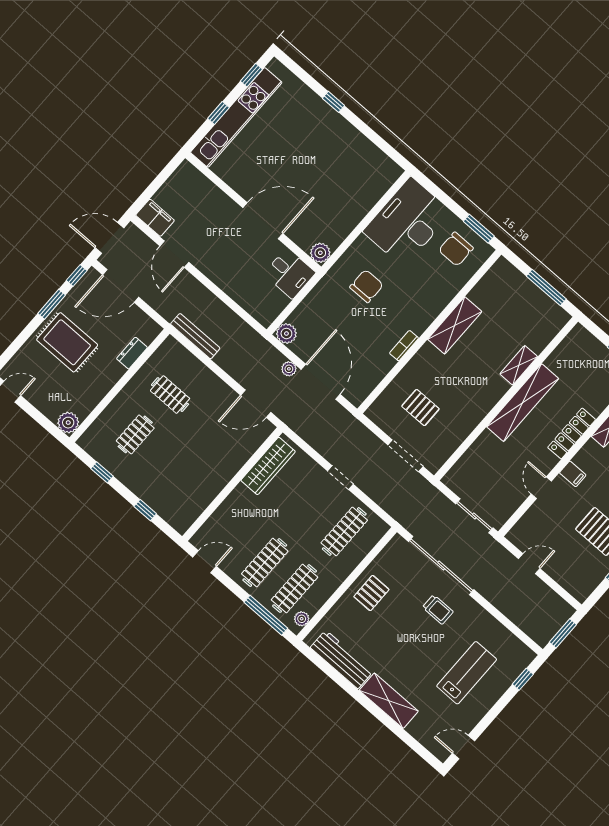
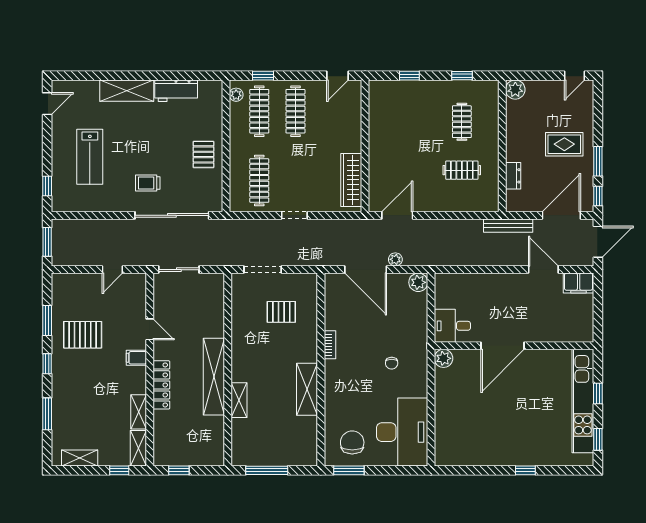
chair: (366, 286) -> (392, 363), width x0.54, depth x0.54
bench: (195, 336) -> (508, 226), moved
rug: (67, 342) -> (564, 144), width x0.73, depth x0.70
window: (266, 615) -> (263, 76), width x0.46
workbench: (342, 659) -> (176, 91), width x0.73

